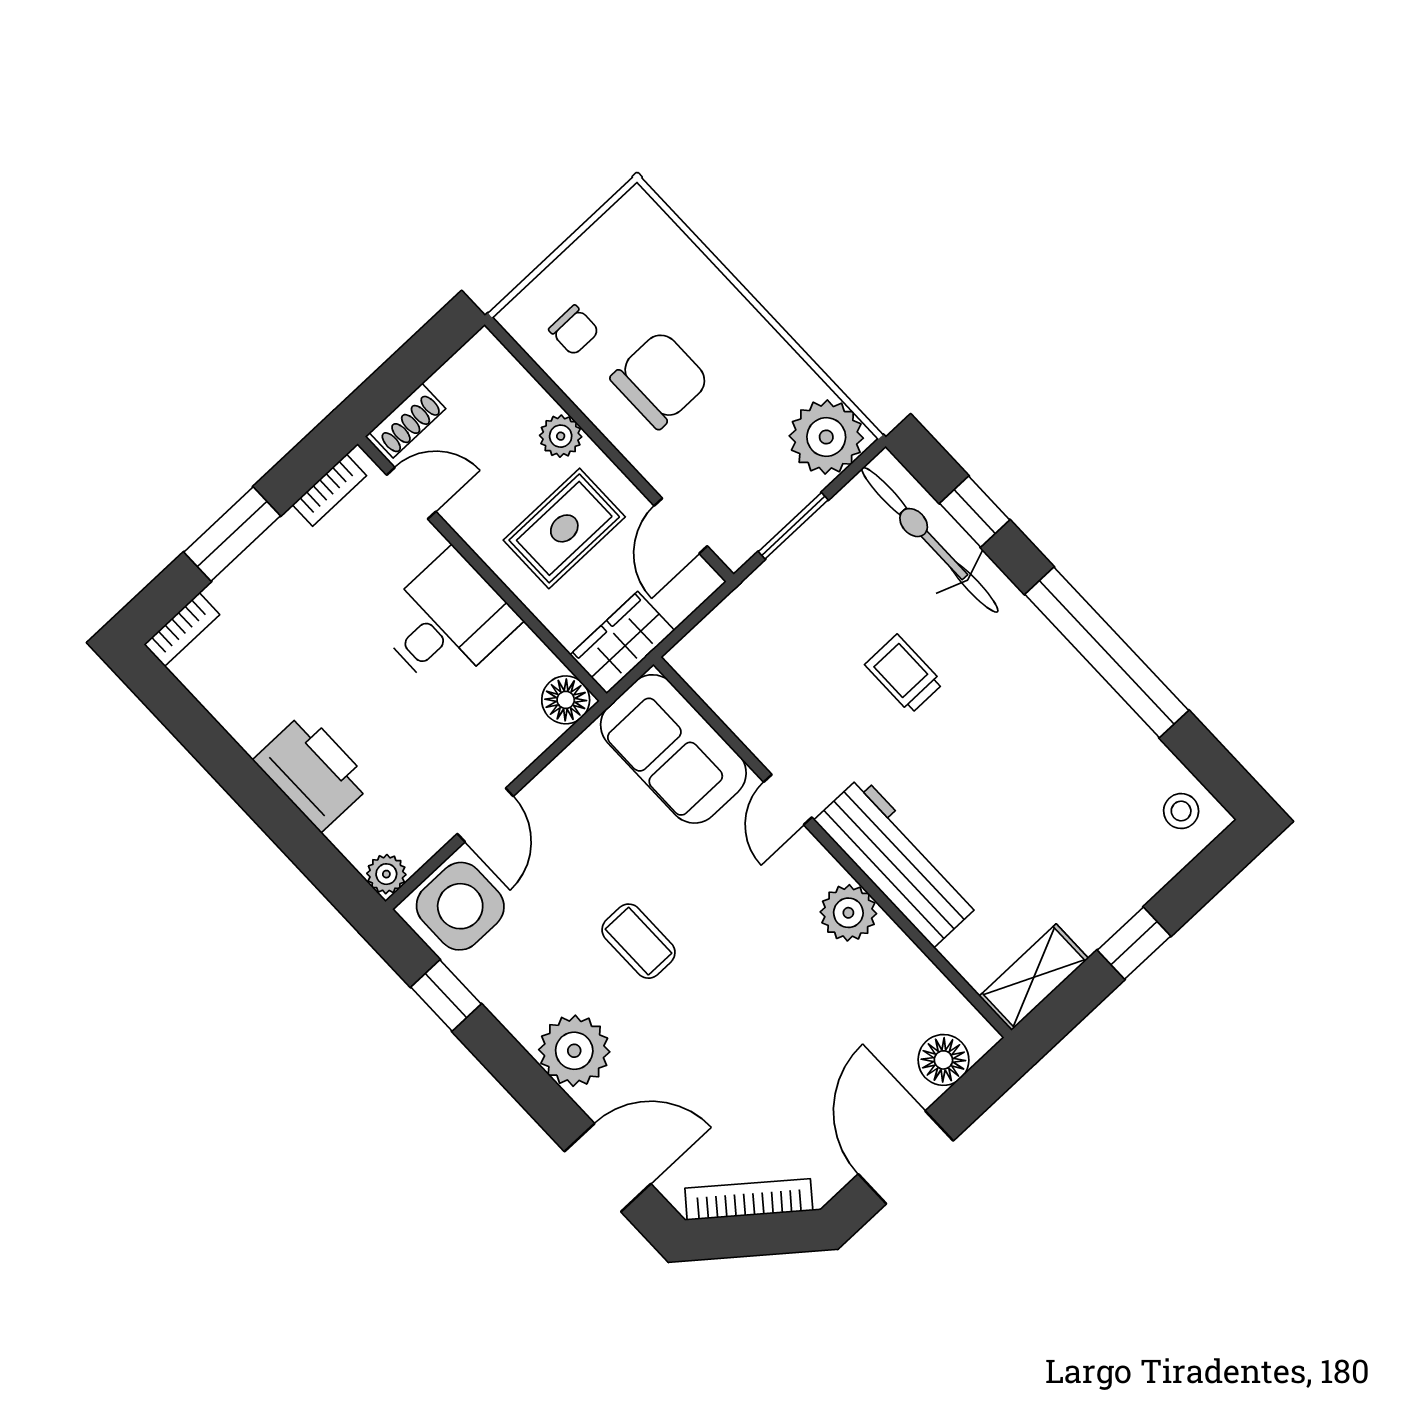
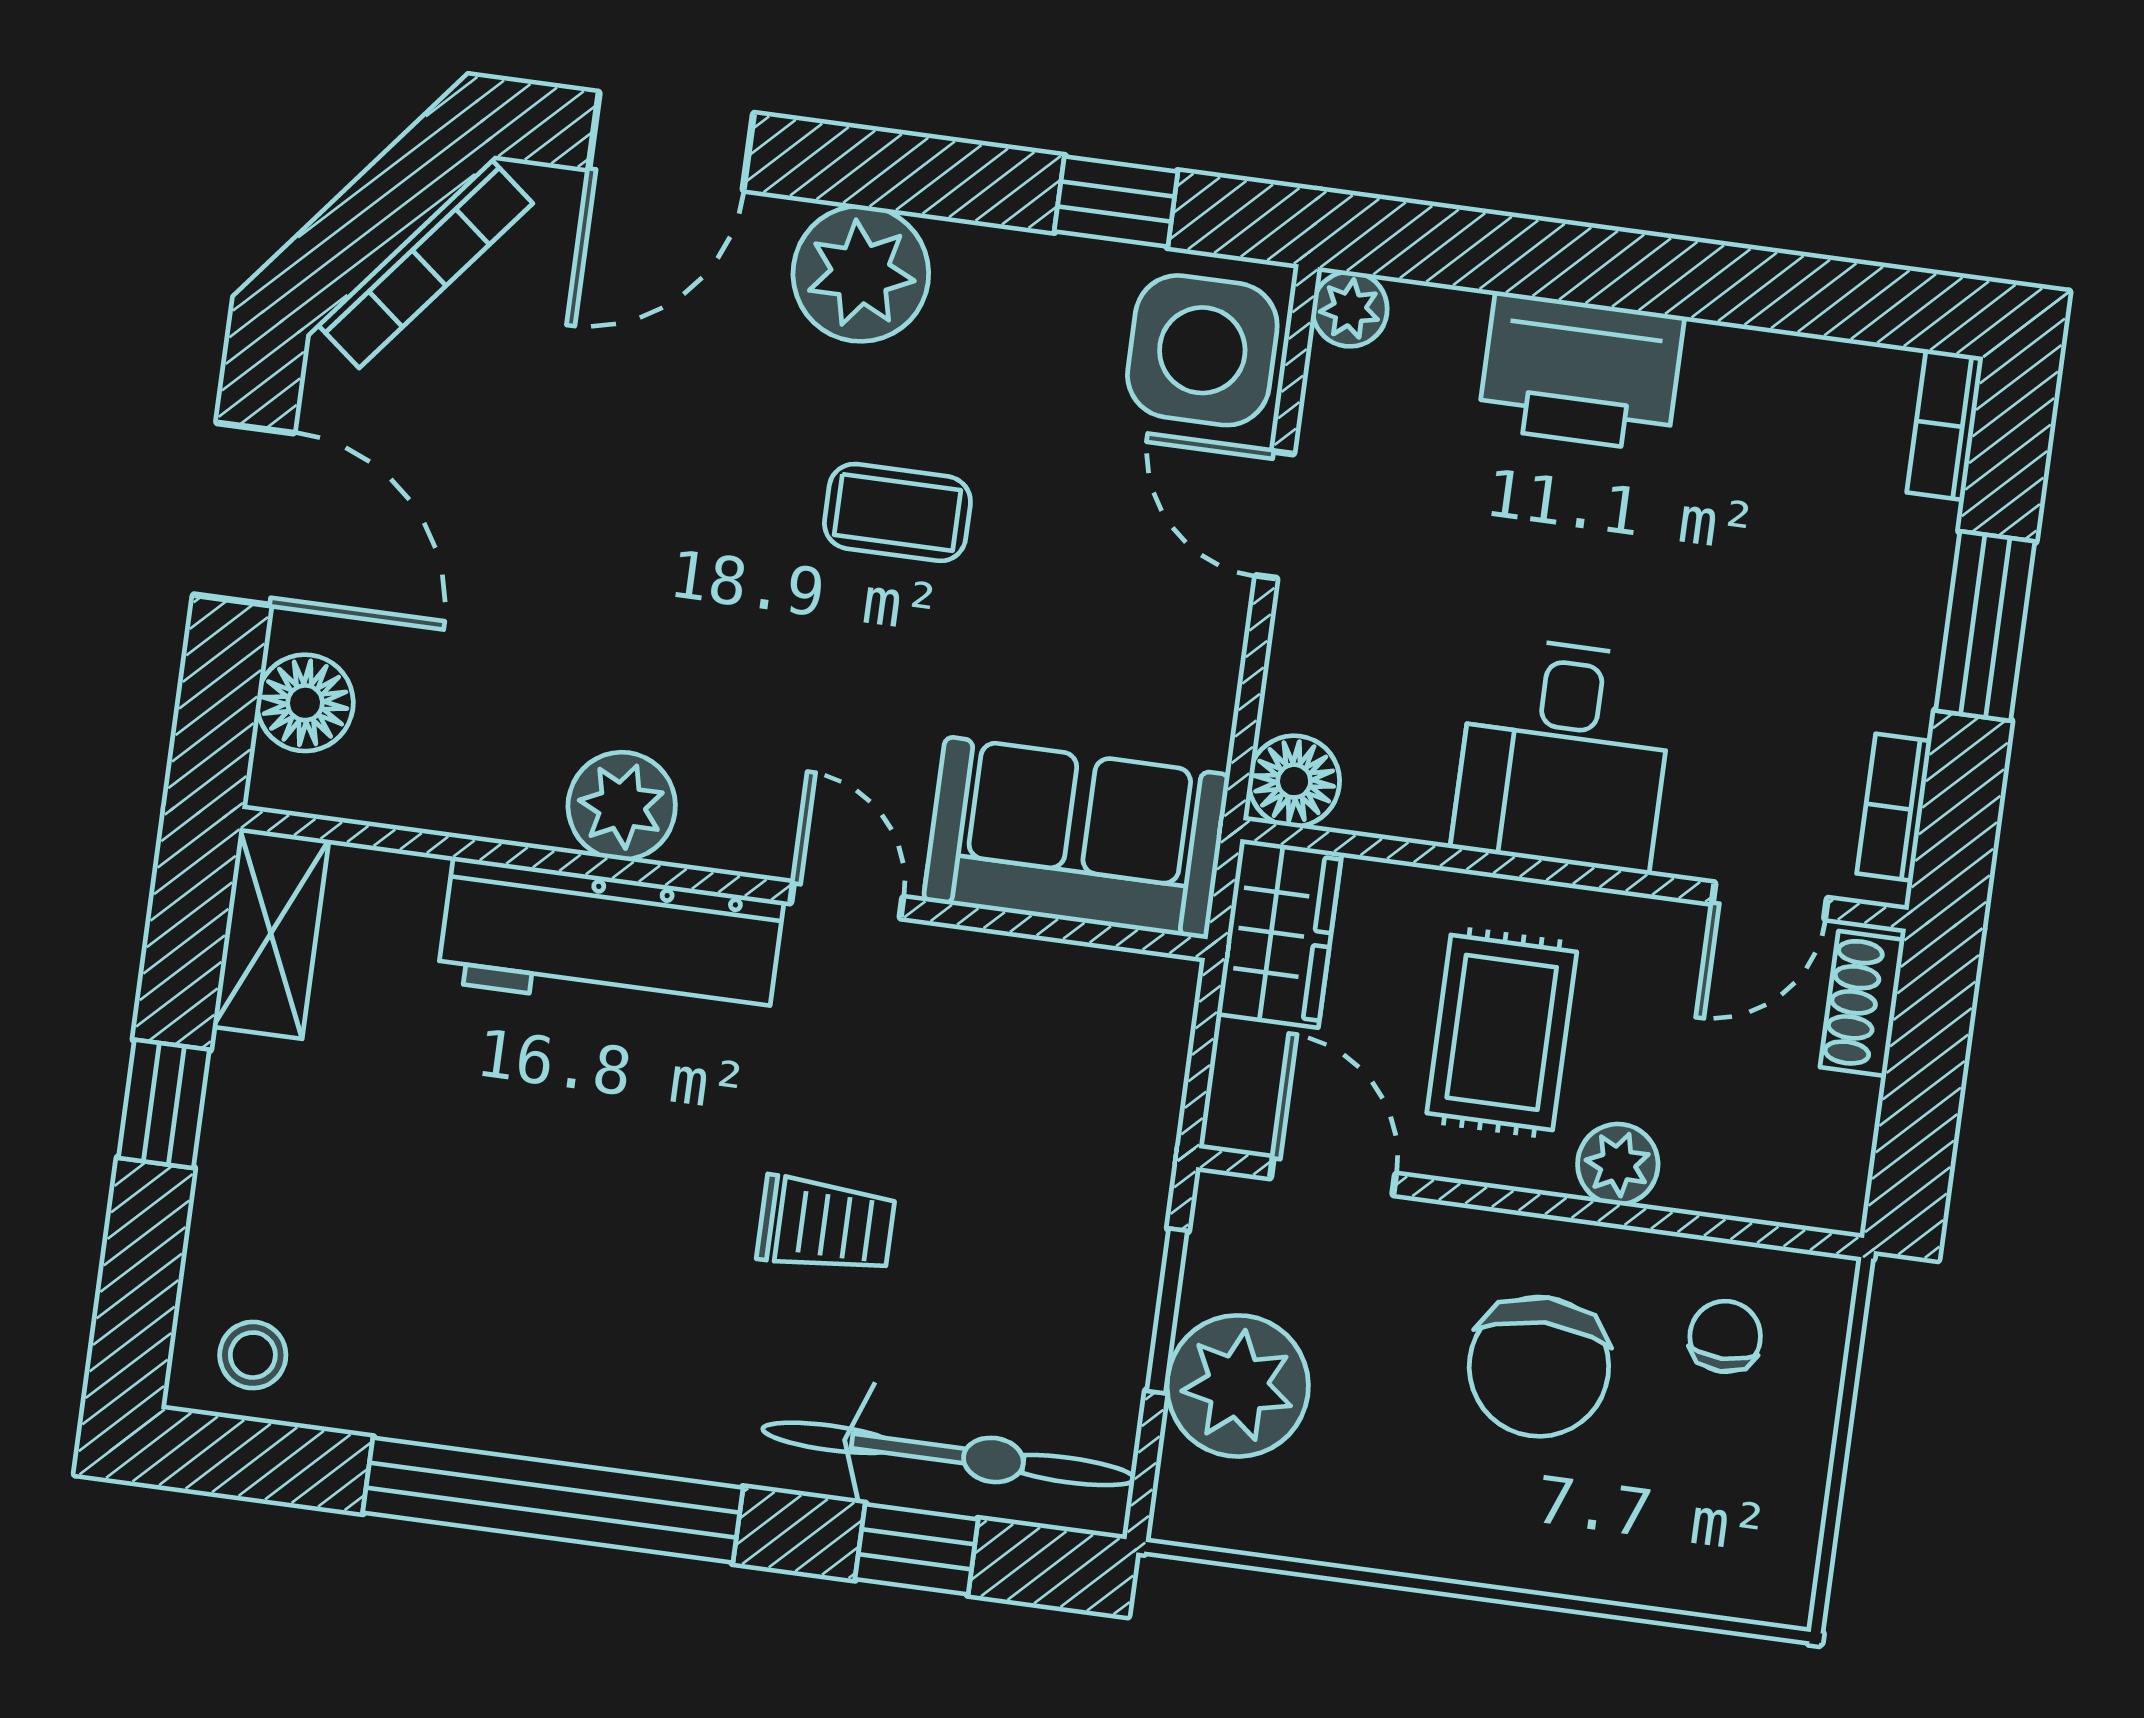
chair: (574, 330) -> (1725, 1336), turned 90
plant: (826, 437) -> (1238, 1386), moved

